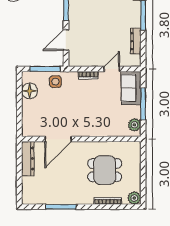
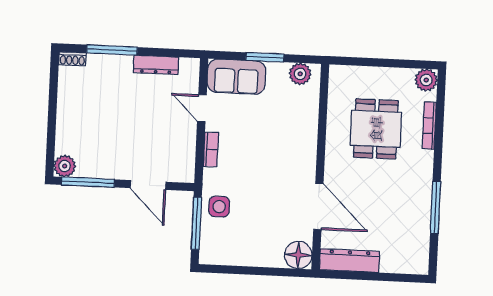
floor lamp: (30, 91) -> (298, 255), moved
window: (143, 104) -> (265, 57), width x0.69

